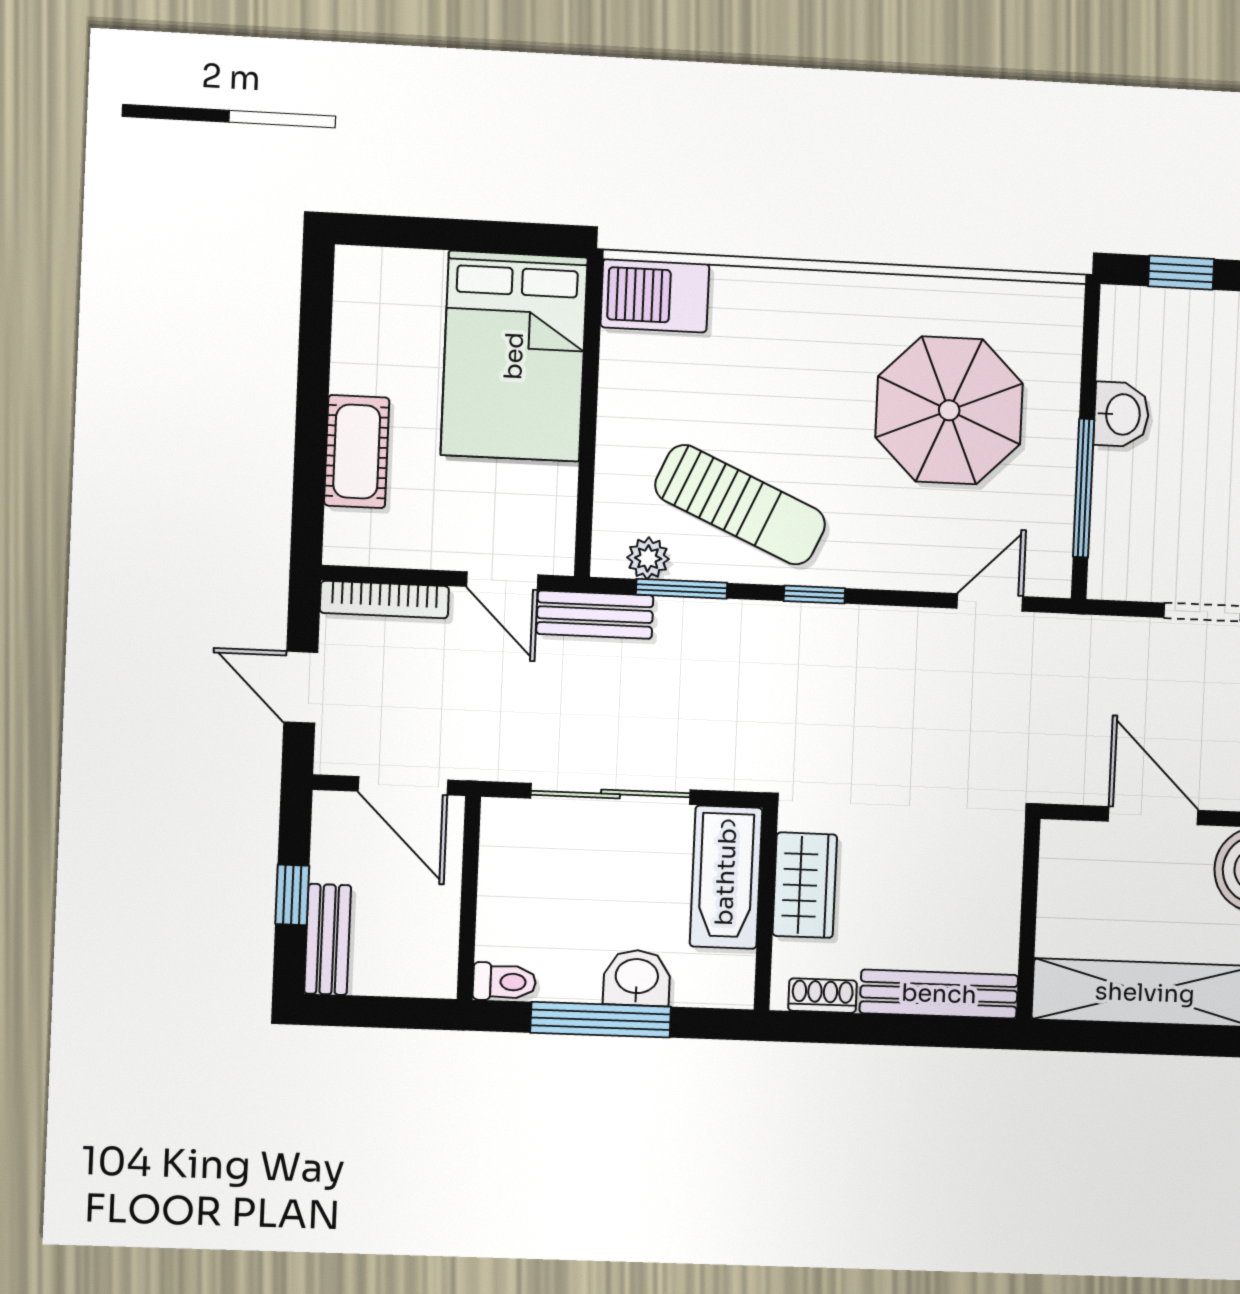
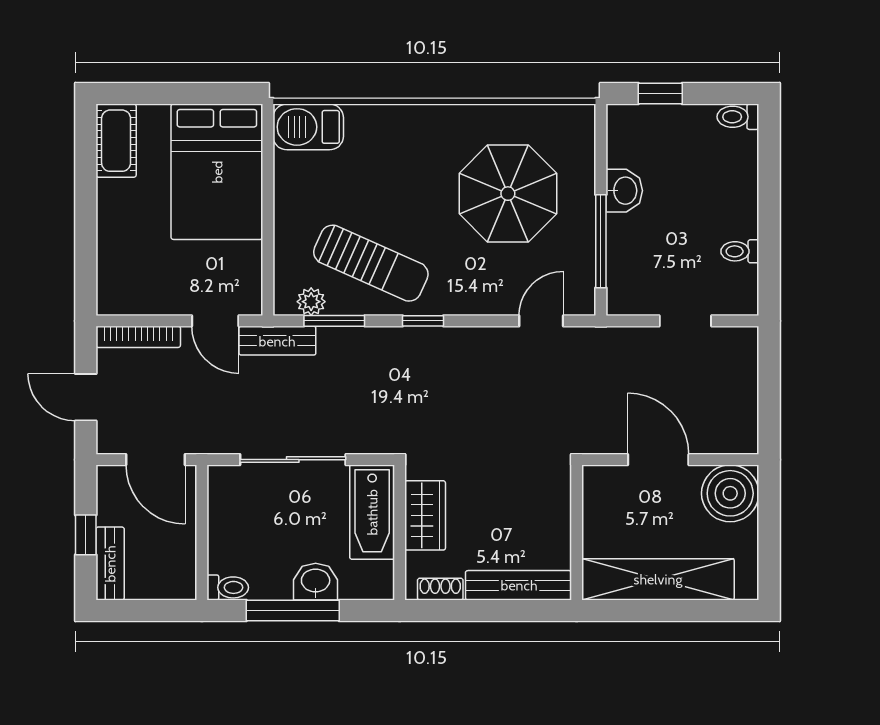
cot: (357, 452) -> (116, 141), moved

